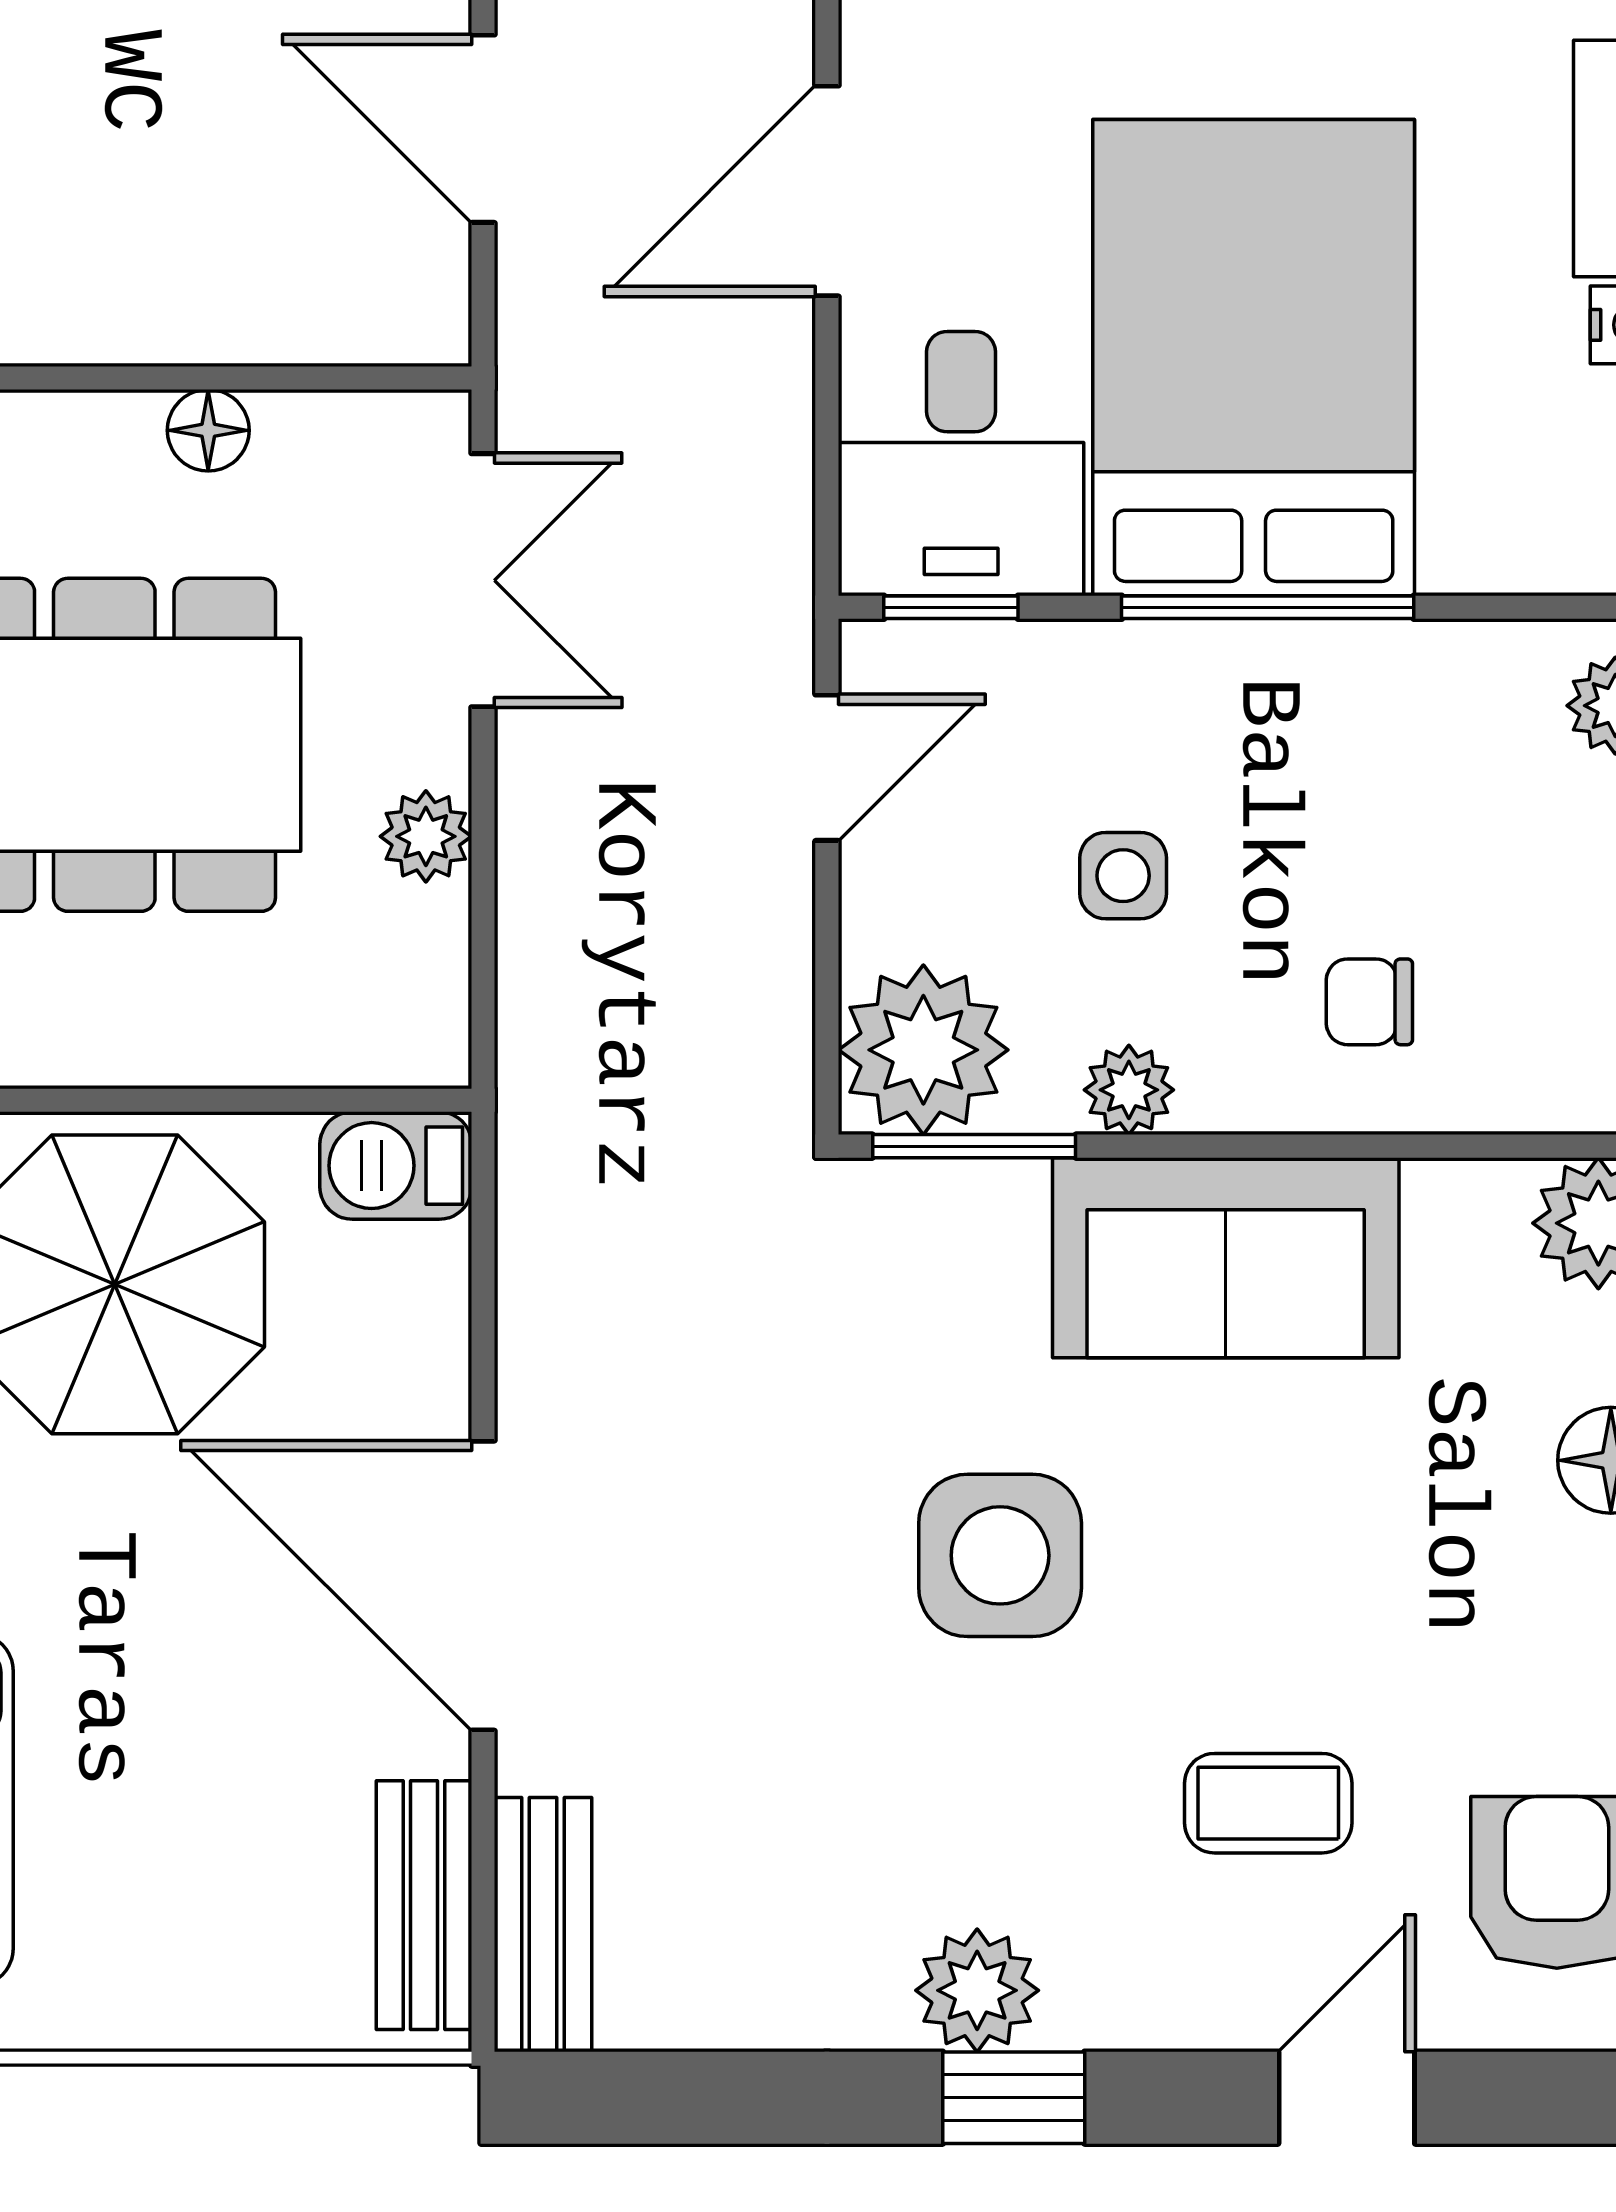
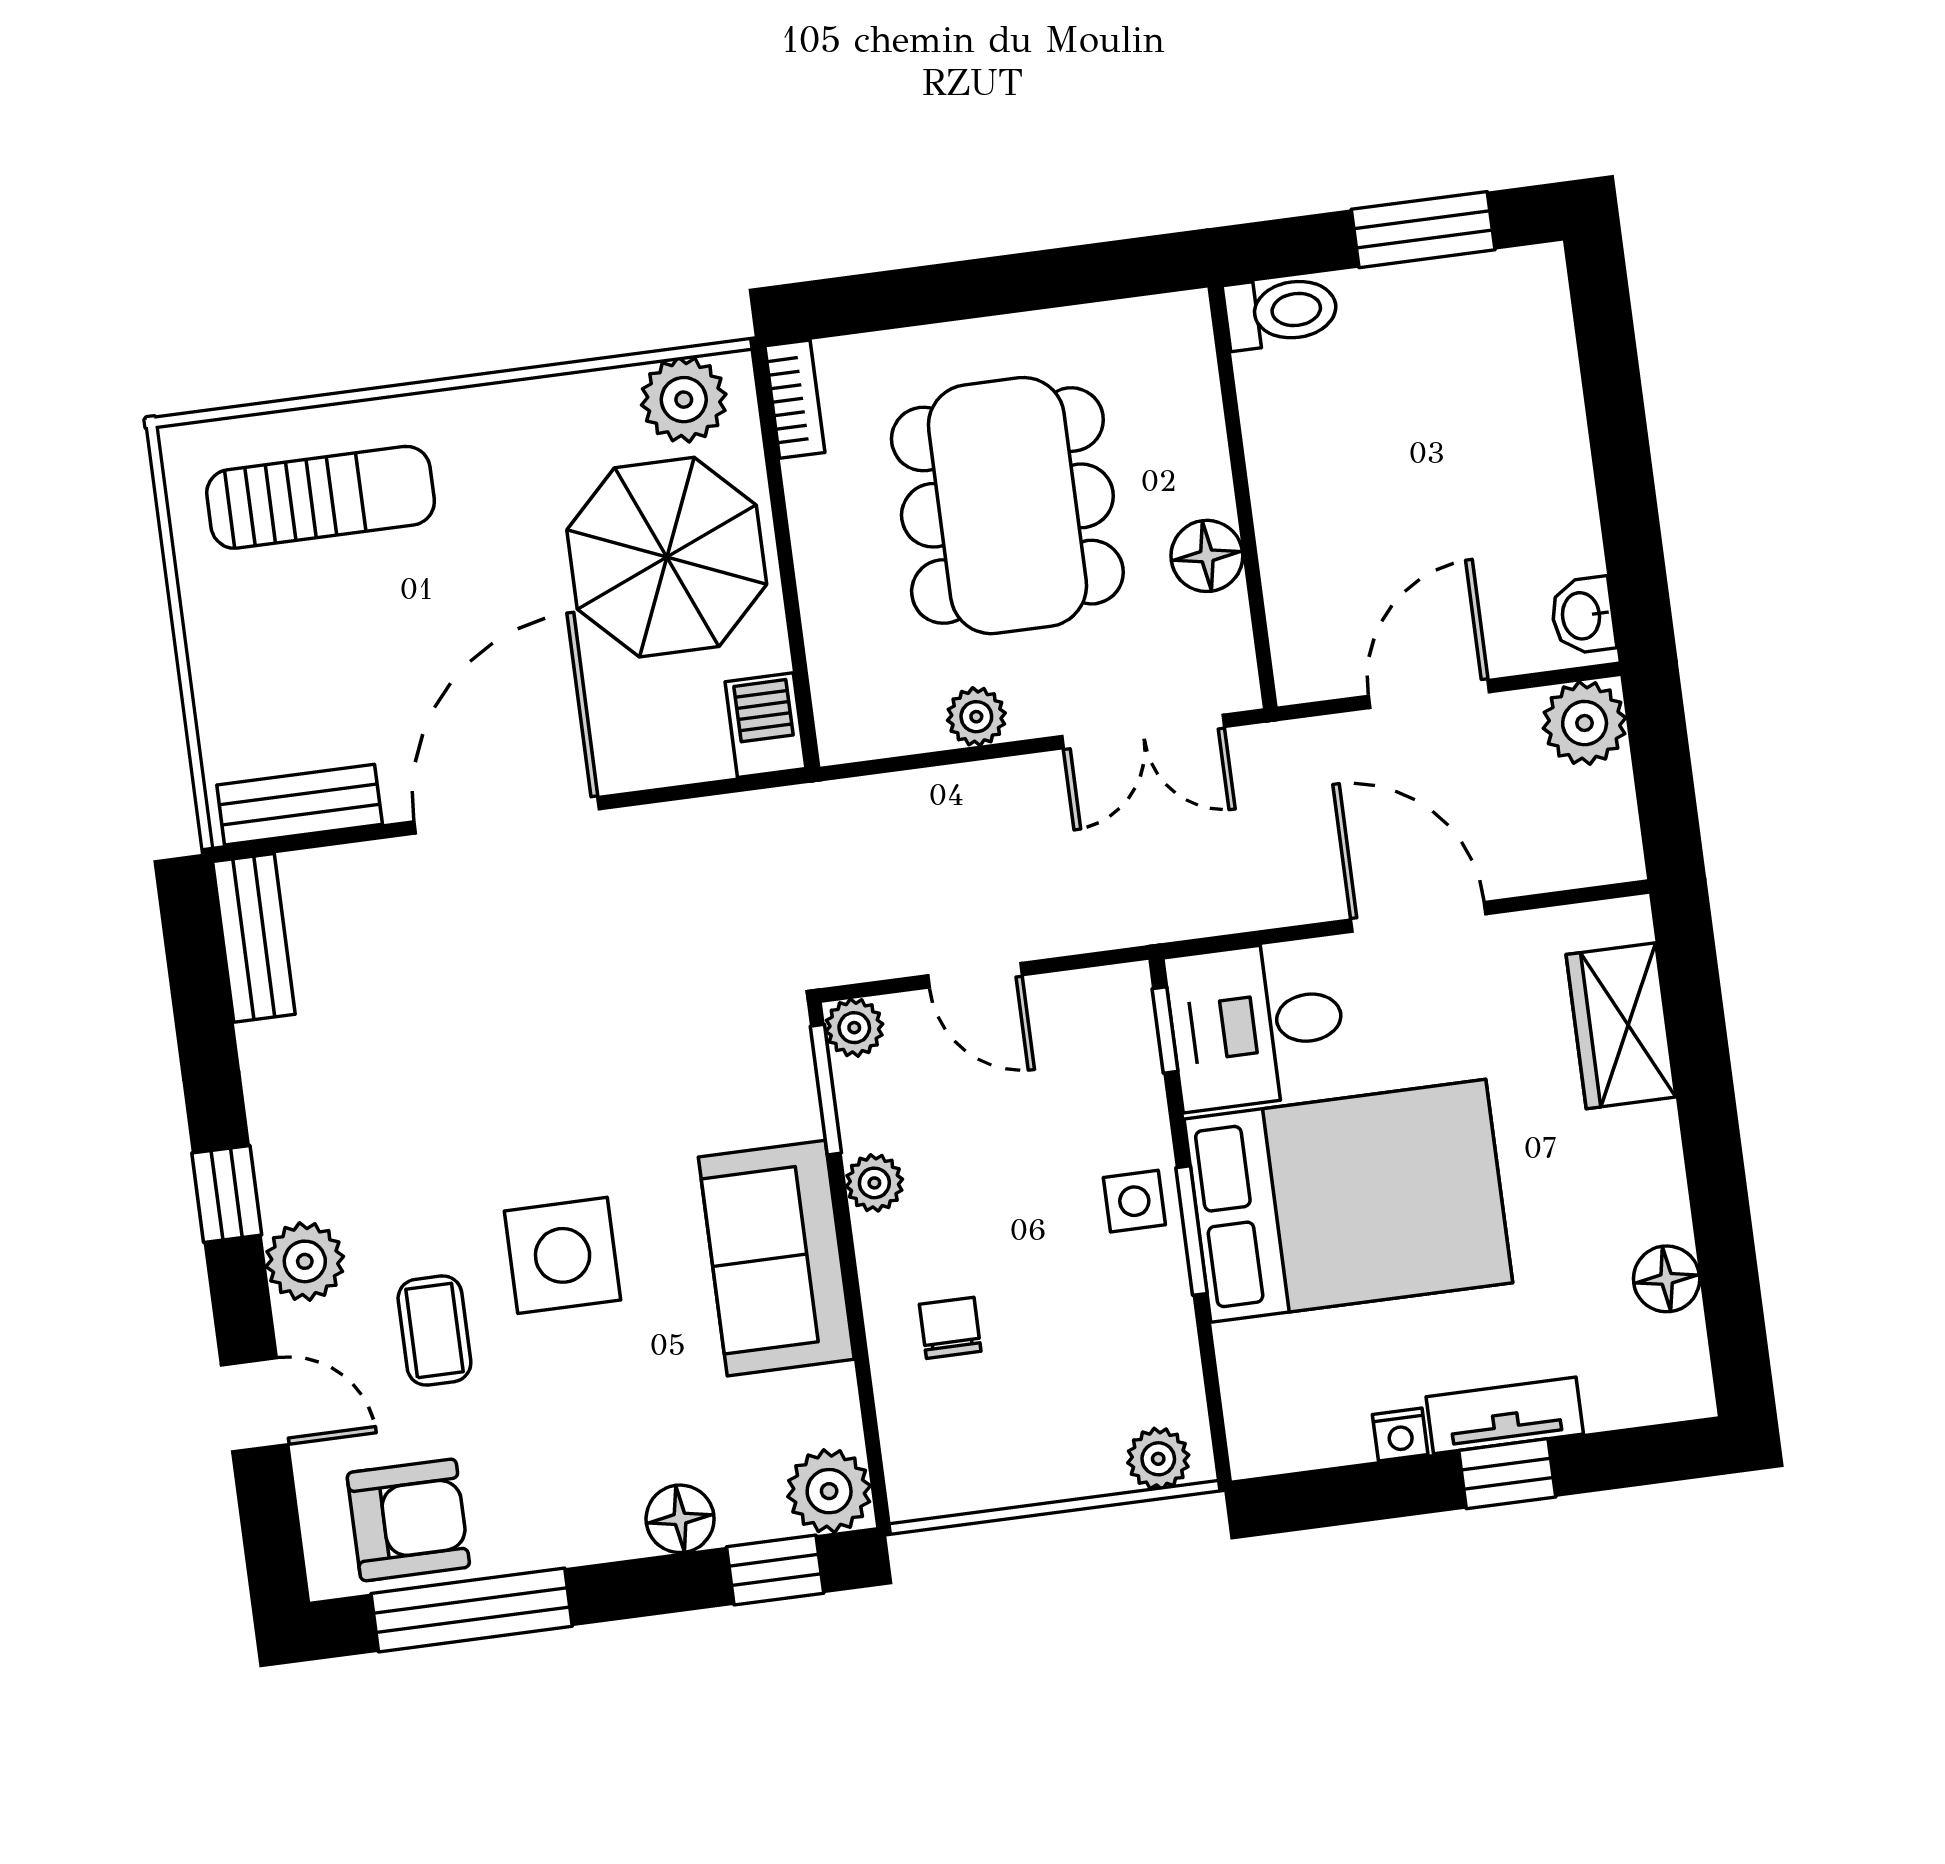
floor lamp: (208, 430) -> (1207, 556), width x1.37, depth x1.37
window: (1268, 607) -> (1191, 1231), width x0.69
door: (827, 768) -> (975, 975), moved
side table: (1123, 876) -> (1134, 1201), moved
plant: (923, 1050) -> (854, 1028), width x0.53, depth x0.53
side table: (1000, 1555) -> (563, 1255), moved
bench: (543, 1925) -> (254, 938), moved, turned 90
plant: (977, 1990) -> (305, 1261), moved

